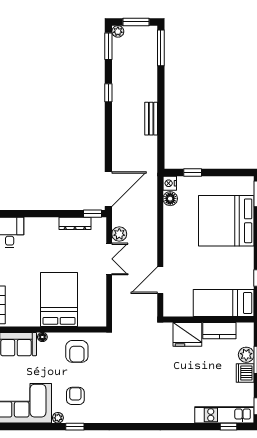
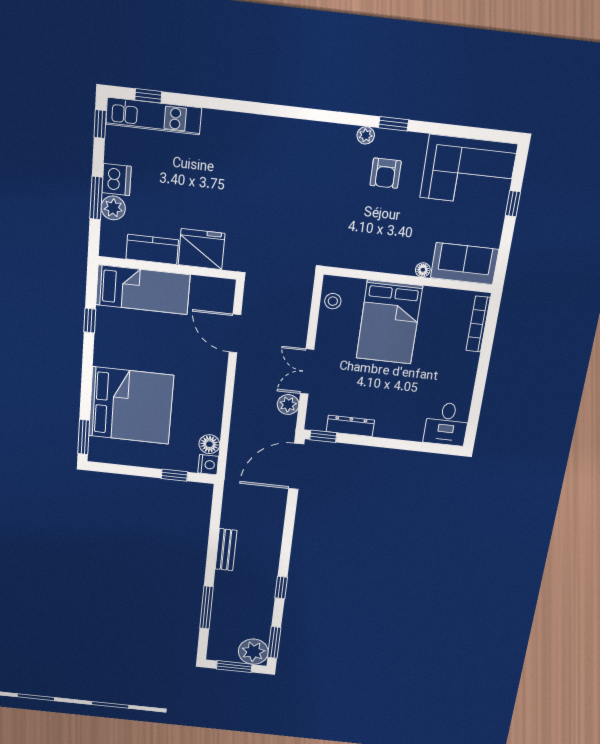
plant: (118, 31) -> (253, 652), width x1.87, depth x1.87
window: (161, 48) -> (206, 608), moved
door: (160, 280) -> (235, 333), swing flipped
stool: (98, 310) -> (333, 301), added
armchair: (77, 351) -> (373, 242), removed
plant: (58, 418) -> (366, 135), moved

